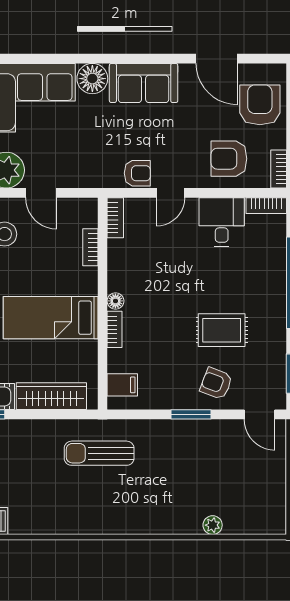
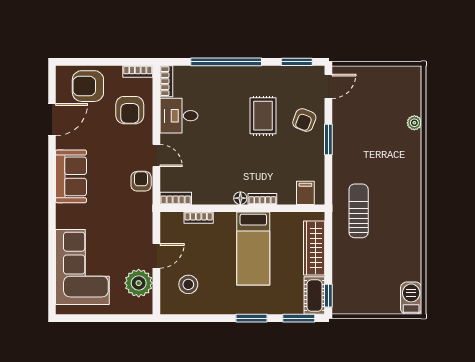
floor lamp: (92, 79) -> (68, 216), removed
sun lounger: (99, 453) -> (359, 211), turned 180

